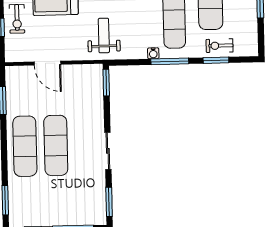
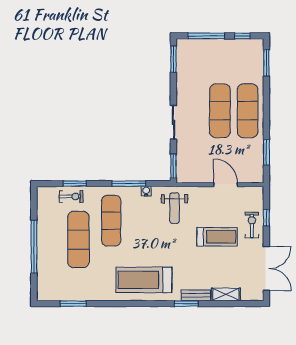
water cooler: (153, 53) -> (146, 191), moved
window: (170, 61) -> (129, 184), moved
sliding door: (108, 151) -> (173, 122), moved

